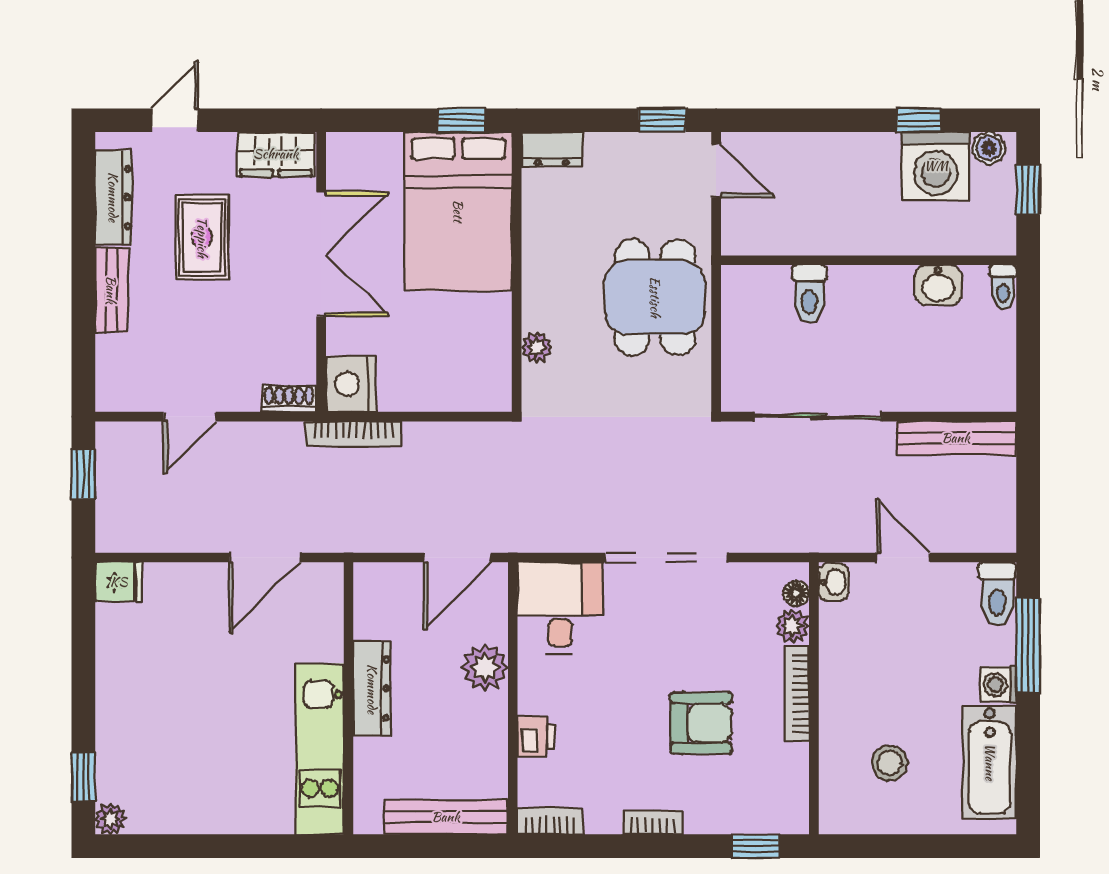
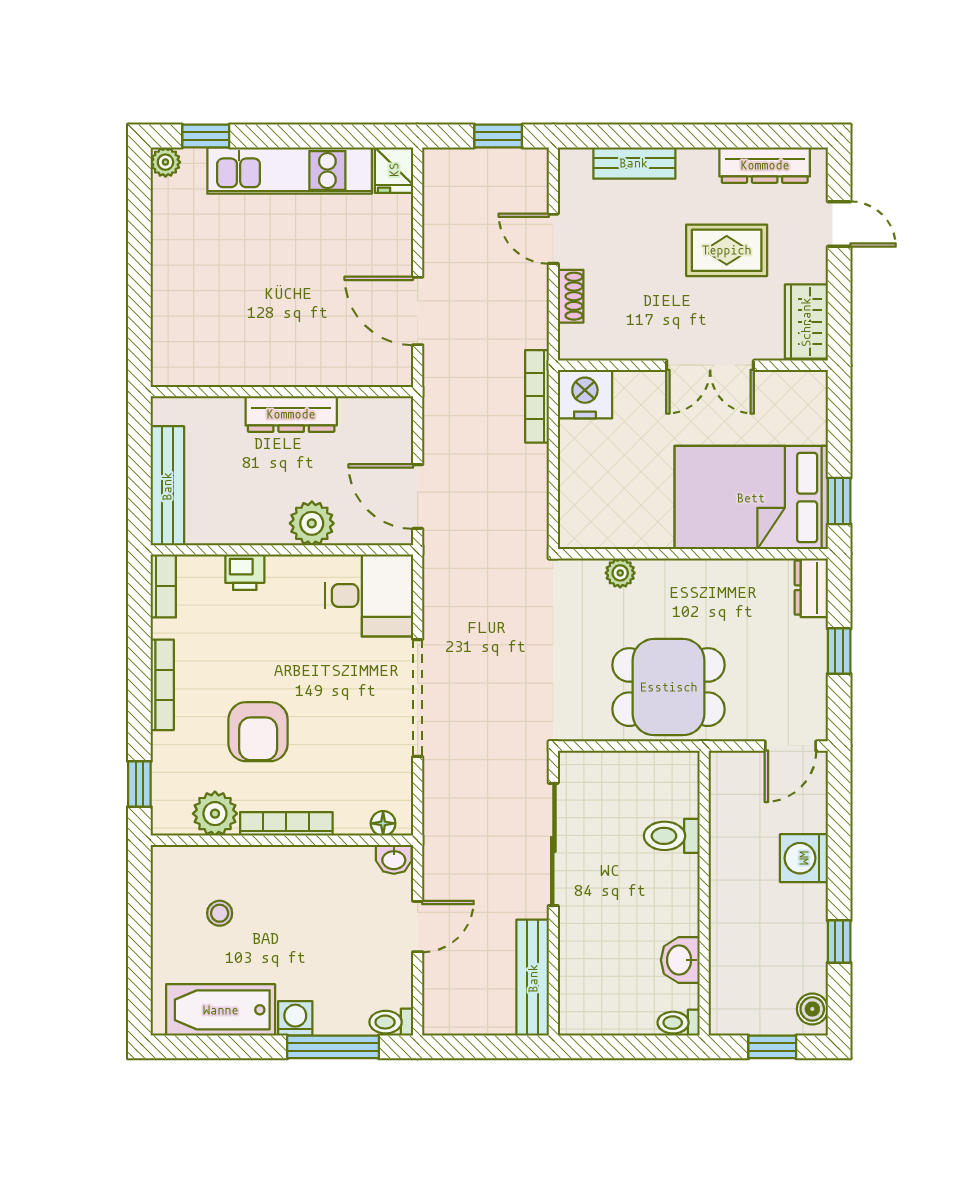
window: (662, 120) -> (839, 651), moved
washing machine: (936, 166) -> (804, 858), moved, width x0.73, depth x0.73
double door: (321, 254) -> (710, 365), width x0.73
bench: (111, 290) -> (634, 163), moved
shoe rack: (289, 399) -> (571, 296), moved
toilet: (997, 594) -> (391, 1022), width x0.73, depth x0.72
plant: (792, 626) -> (215, 814), moved, width x1.38, depth x1.38
kitchen unit: (320, 749) -> (290, 171), moved, turned 180
stool: (890, 763) -> (220, 913), width x0.73, depth x0.73
bookcase: (653, 822) -> (162, 685), width x1.56

